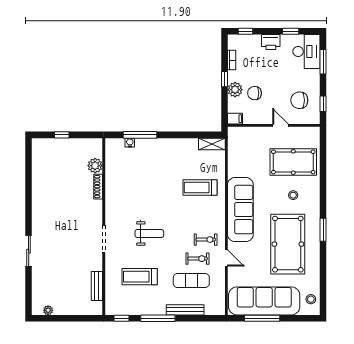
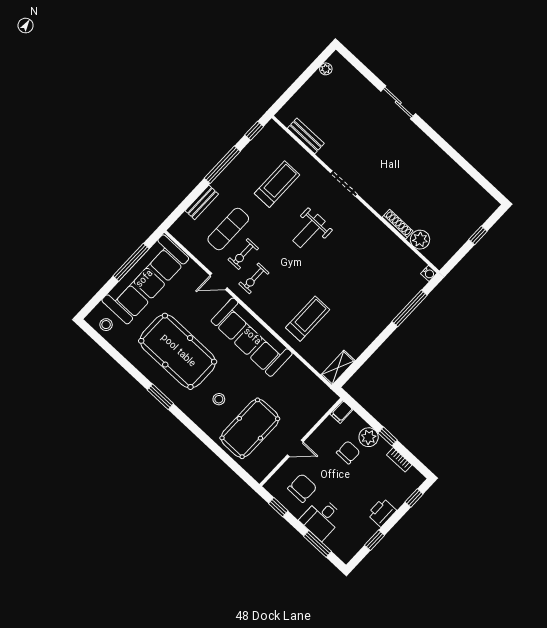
desk: (306, 52) -> (322, 519), moved, width x0.73
water cooler: (130, 143) -> (429, 273), moved
bench: (185, 310) -> (202, 202), width x0.73

